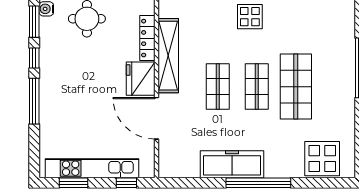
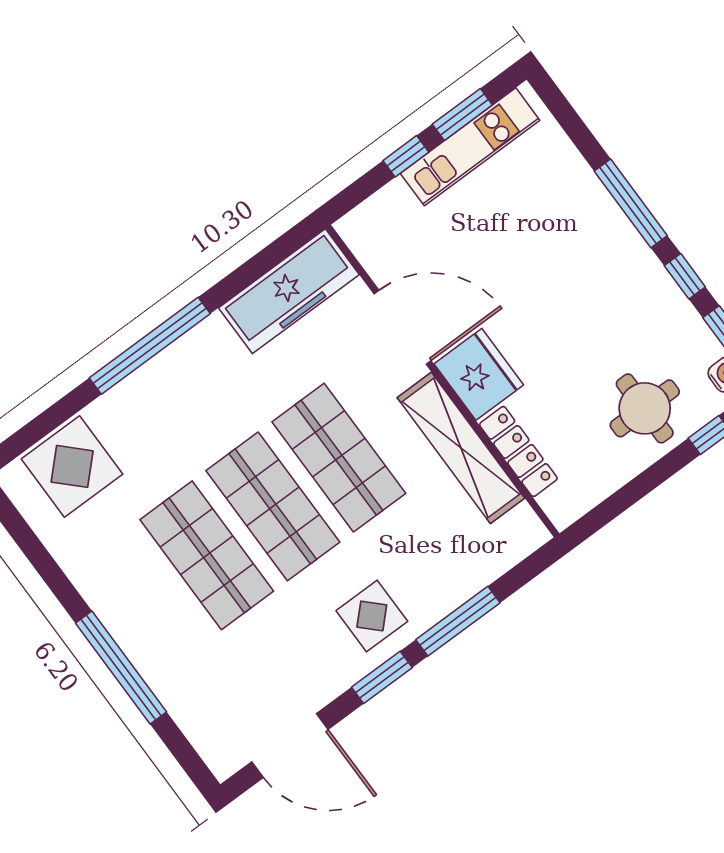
shop shelf: (218, 87) -> (339, 458), width x1.43, depth x1.36
shop shelf: (257, 87) -> (273, 506), width x1.43, depth x1.36
freezer: (232, 164) -> (289, 291), moved
kitchen unit: (92, 168) -> (470, 147), width x0.73
window: (126, 183) -> (406, 156), moved

